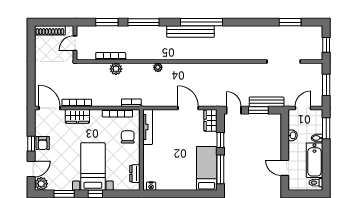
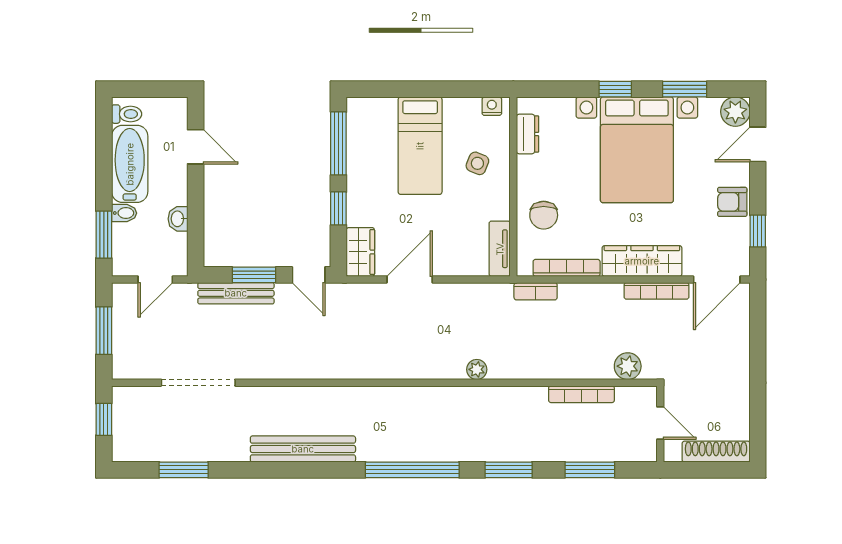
window: (144, 22) -> (509, 470), width x0.69
window: (201, 22) -> (412, 470), moved
bench: (191, 31) -> (303, 449), moved
door: (75, 43) -> (660, 423), hinge flipped
plant: (116, 69) -> (628, 366), moved
door: (50, 108) -> (717, 280), hinge flipped
door: (188, 108) -> (410, 280), swing flipped
wardrobe: (77, 116) -> (642, 261), width x1.50
tv unit: (148, 127) -> (500, 249), width x0.71
armchair: (43, 143) -> (732, 202), turned -90
window: (31, 144) -> (758, 231), moved
side table: (158, 160) -> (477, 163), added
bed with nightstands: (93, 166) -> (637, 150), width x1.36
bed: (207, 168) -> (420, 146), moved

